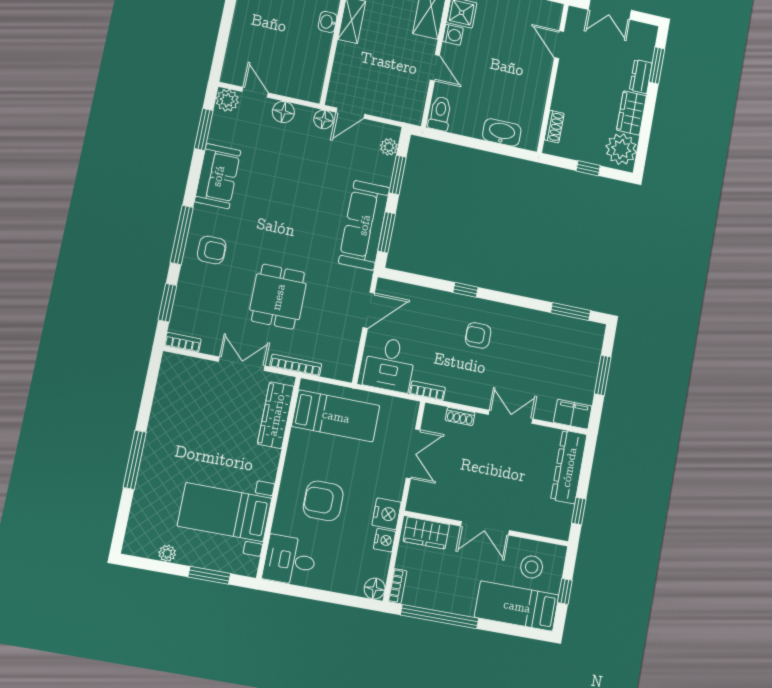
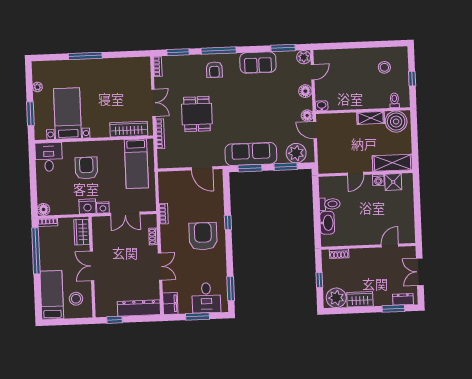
washbasin: (328, 22) -> (322, 106), moved
dresser: (641, 77) -> (403, 299), moved
toilet: (440, 113) -> (330, 204), moved
plant: (389, 147) -> (296, 153), width x1.88, depth x1.88
dining table: (278, 297) -> (197, 114), turned 90
armchair: (478, 335) -> (203, 236), width x1.88, depth x1.88
desk: (390, 364) -> (206, 298), moved, turned -90
nightstand: (384, 540) -> (103, 207), moved
window: (565, 591) -> (66, 322), removed

